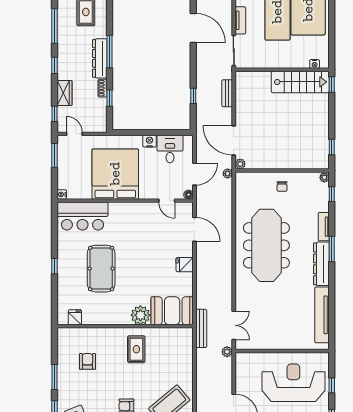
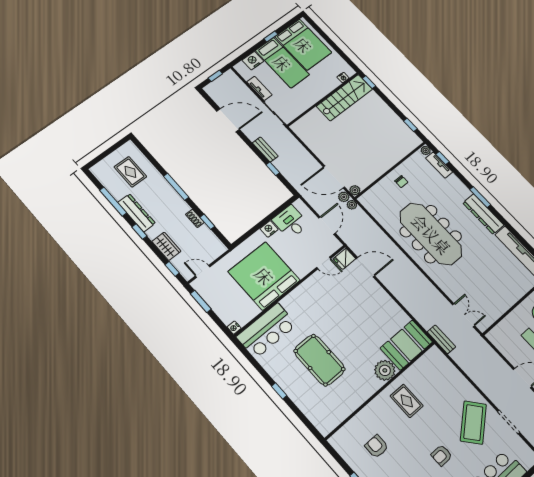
dresser: (100, 58) -> (136, 213), moved, turned 180
bench: (227, 93) -> (265, 149), moved
floor lamp: (189, 195) -> (337, 245), removed
tv unit: (324, 227) -> (439, 165), moved
fridge: (185, 265) -> (344, 259), moved
fridge: (75, 317) -> (333, 419), removed
bench: (201, 328) -> (441, 339), width x0.73
plant: (227, 352) -> (344, 197), moved

